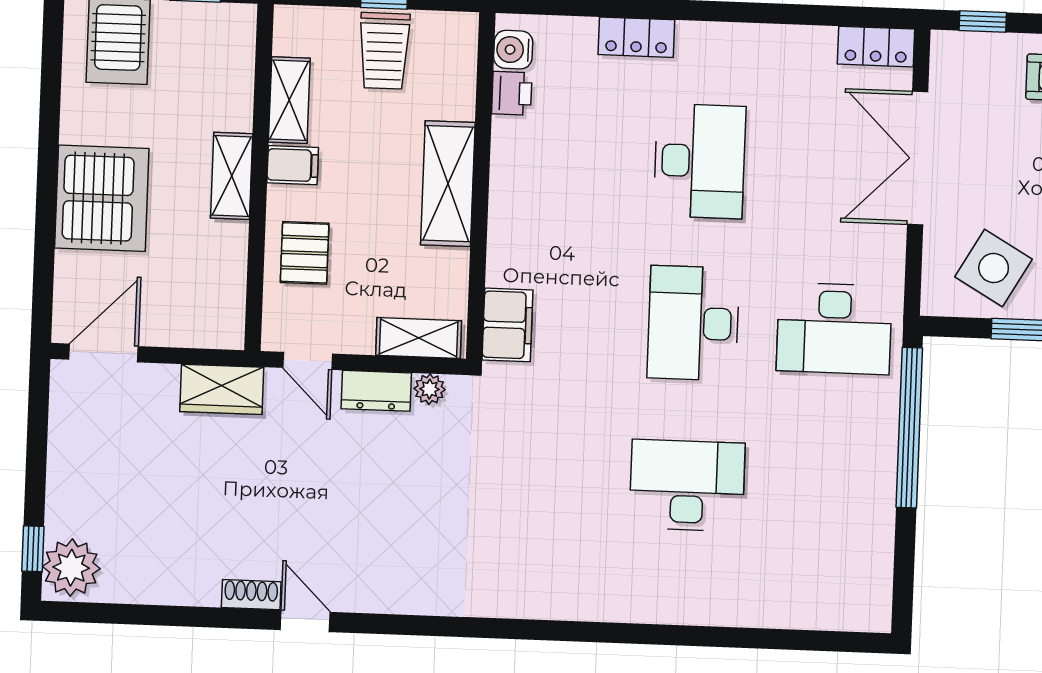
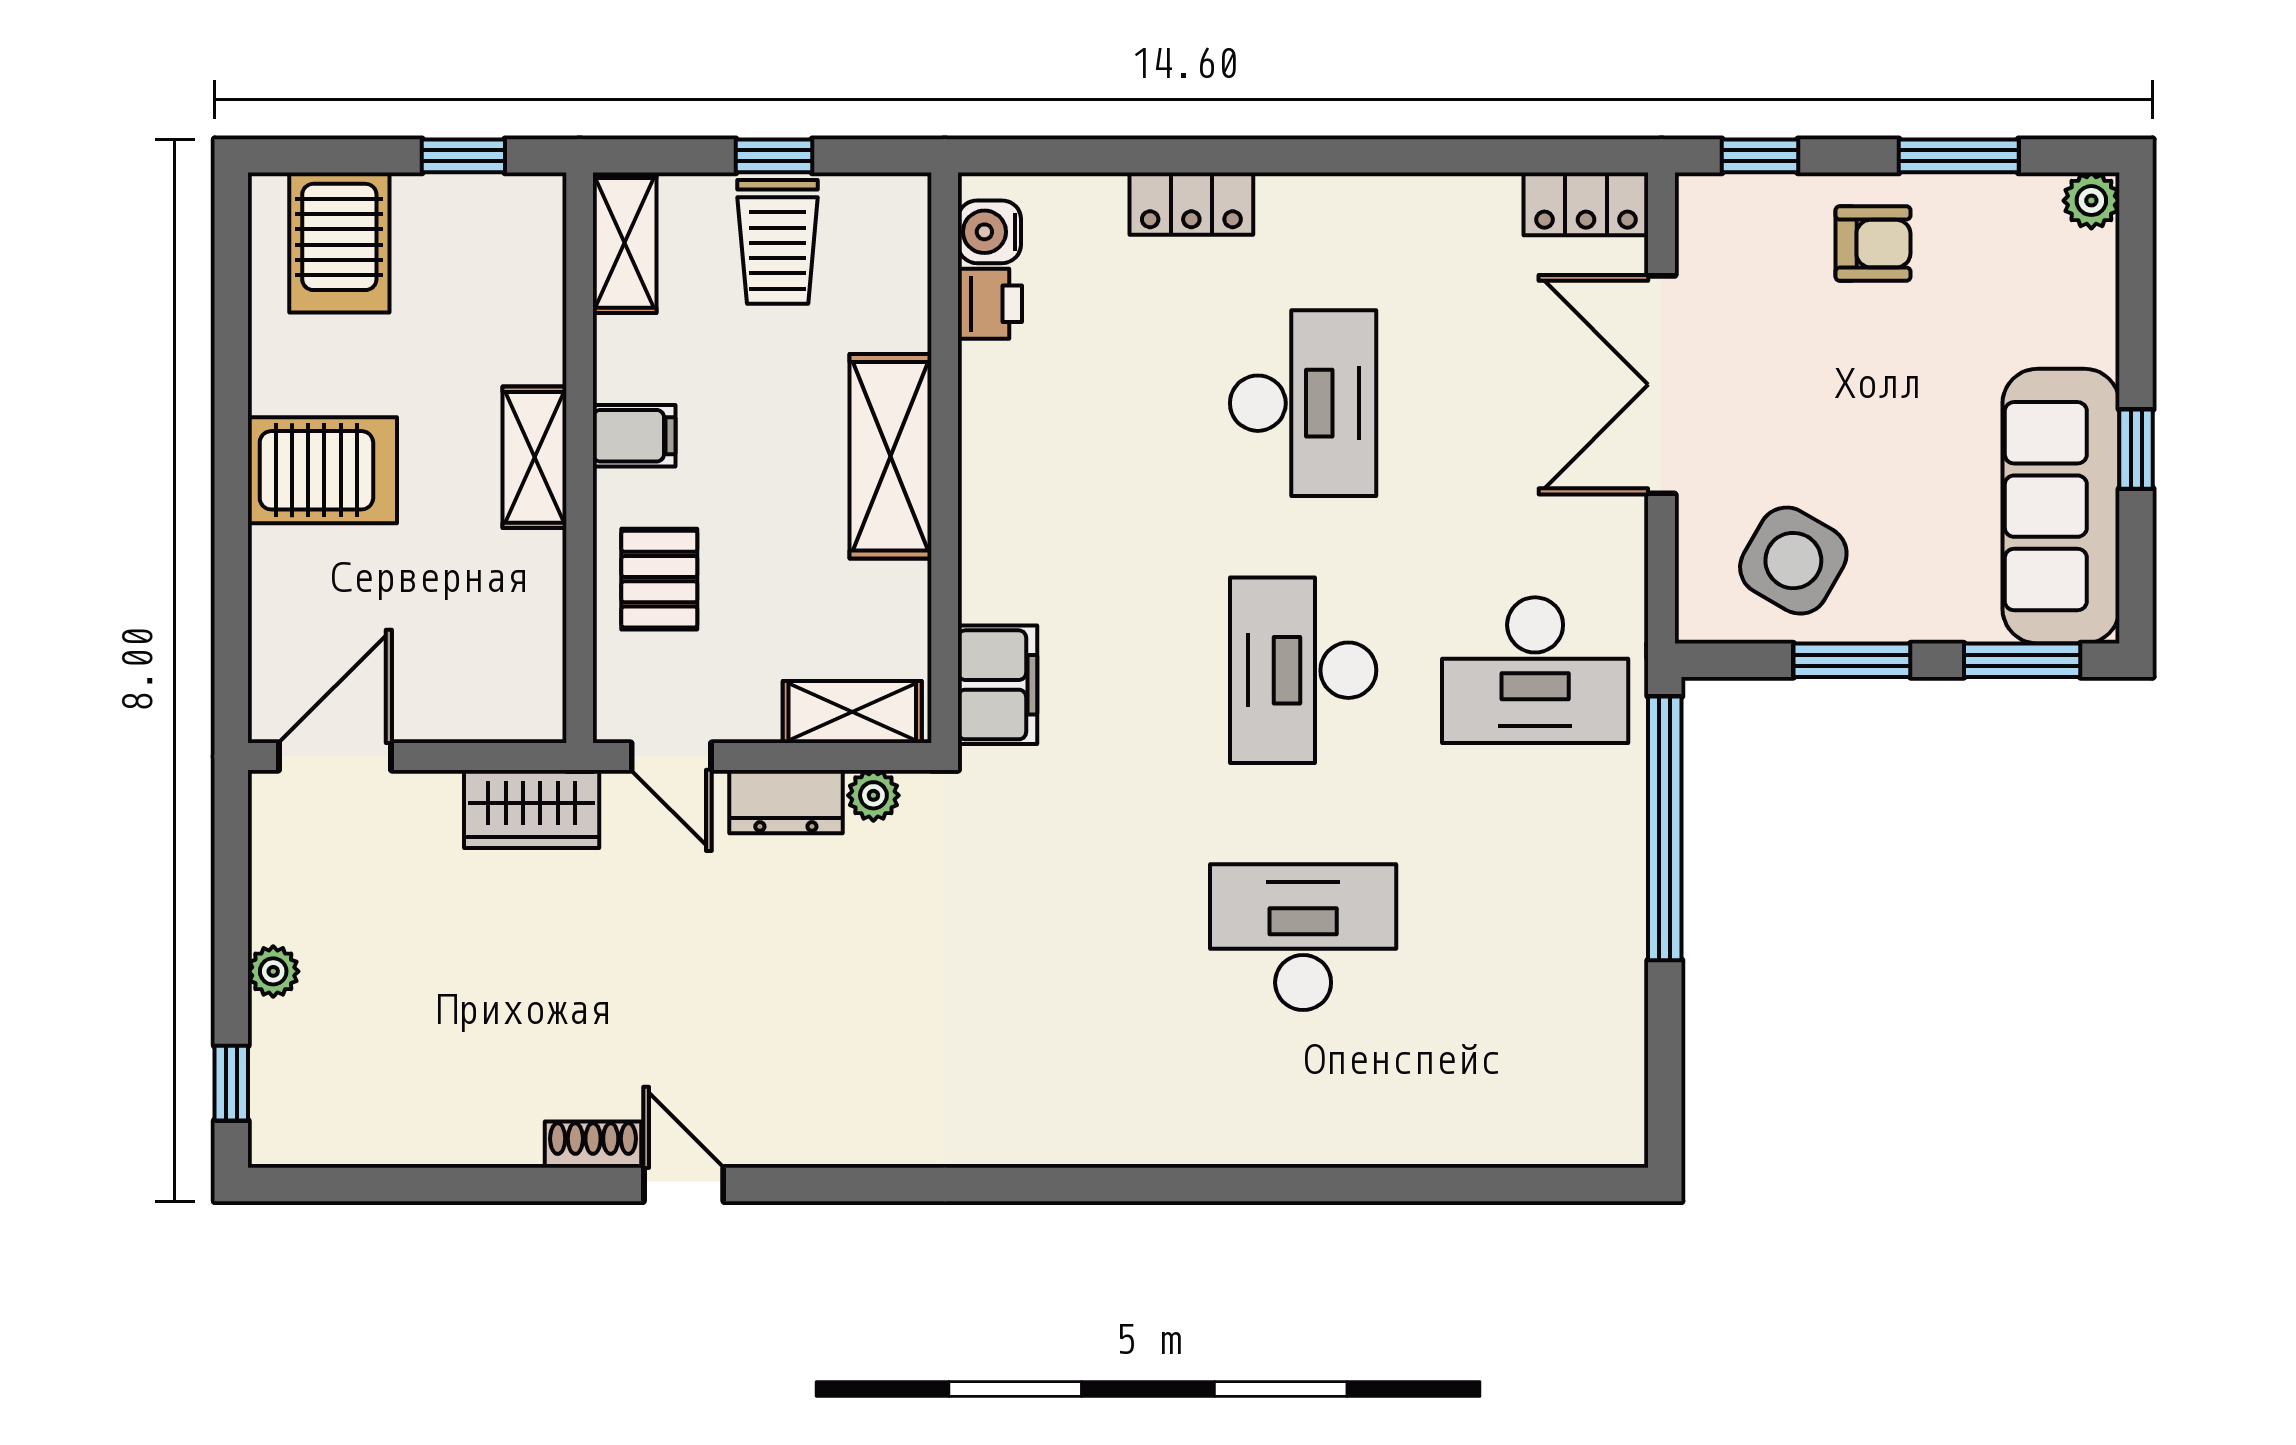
shelving: (289, 100) -> (625, 243), moved
server rack: (102, 198) -> (322, 470), width x0.63
plant: (71, 568) -> (273, 971), moved, width x0.53, depth x0.53

